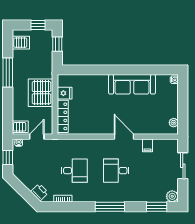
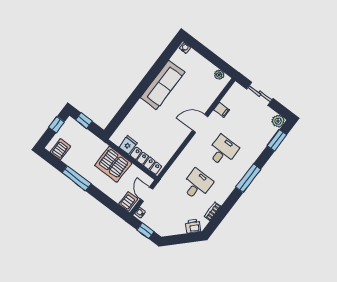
desk: (116, 171) -> (223, 151), turned 180

